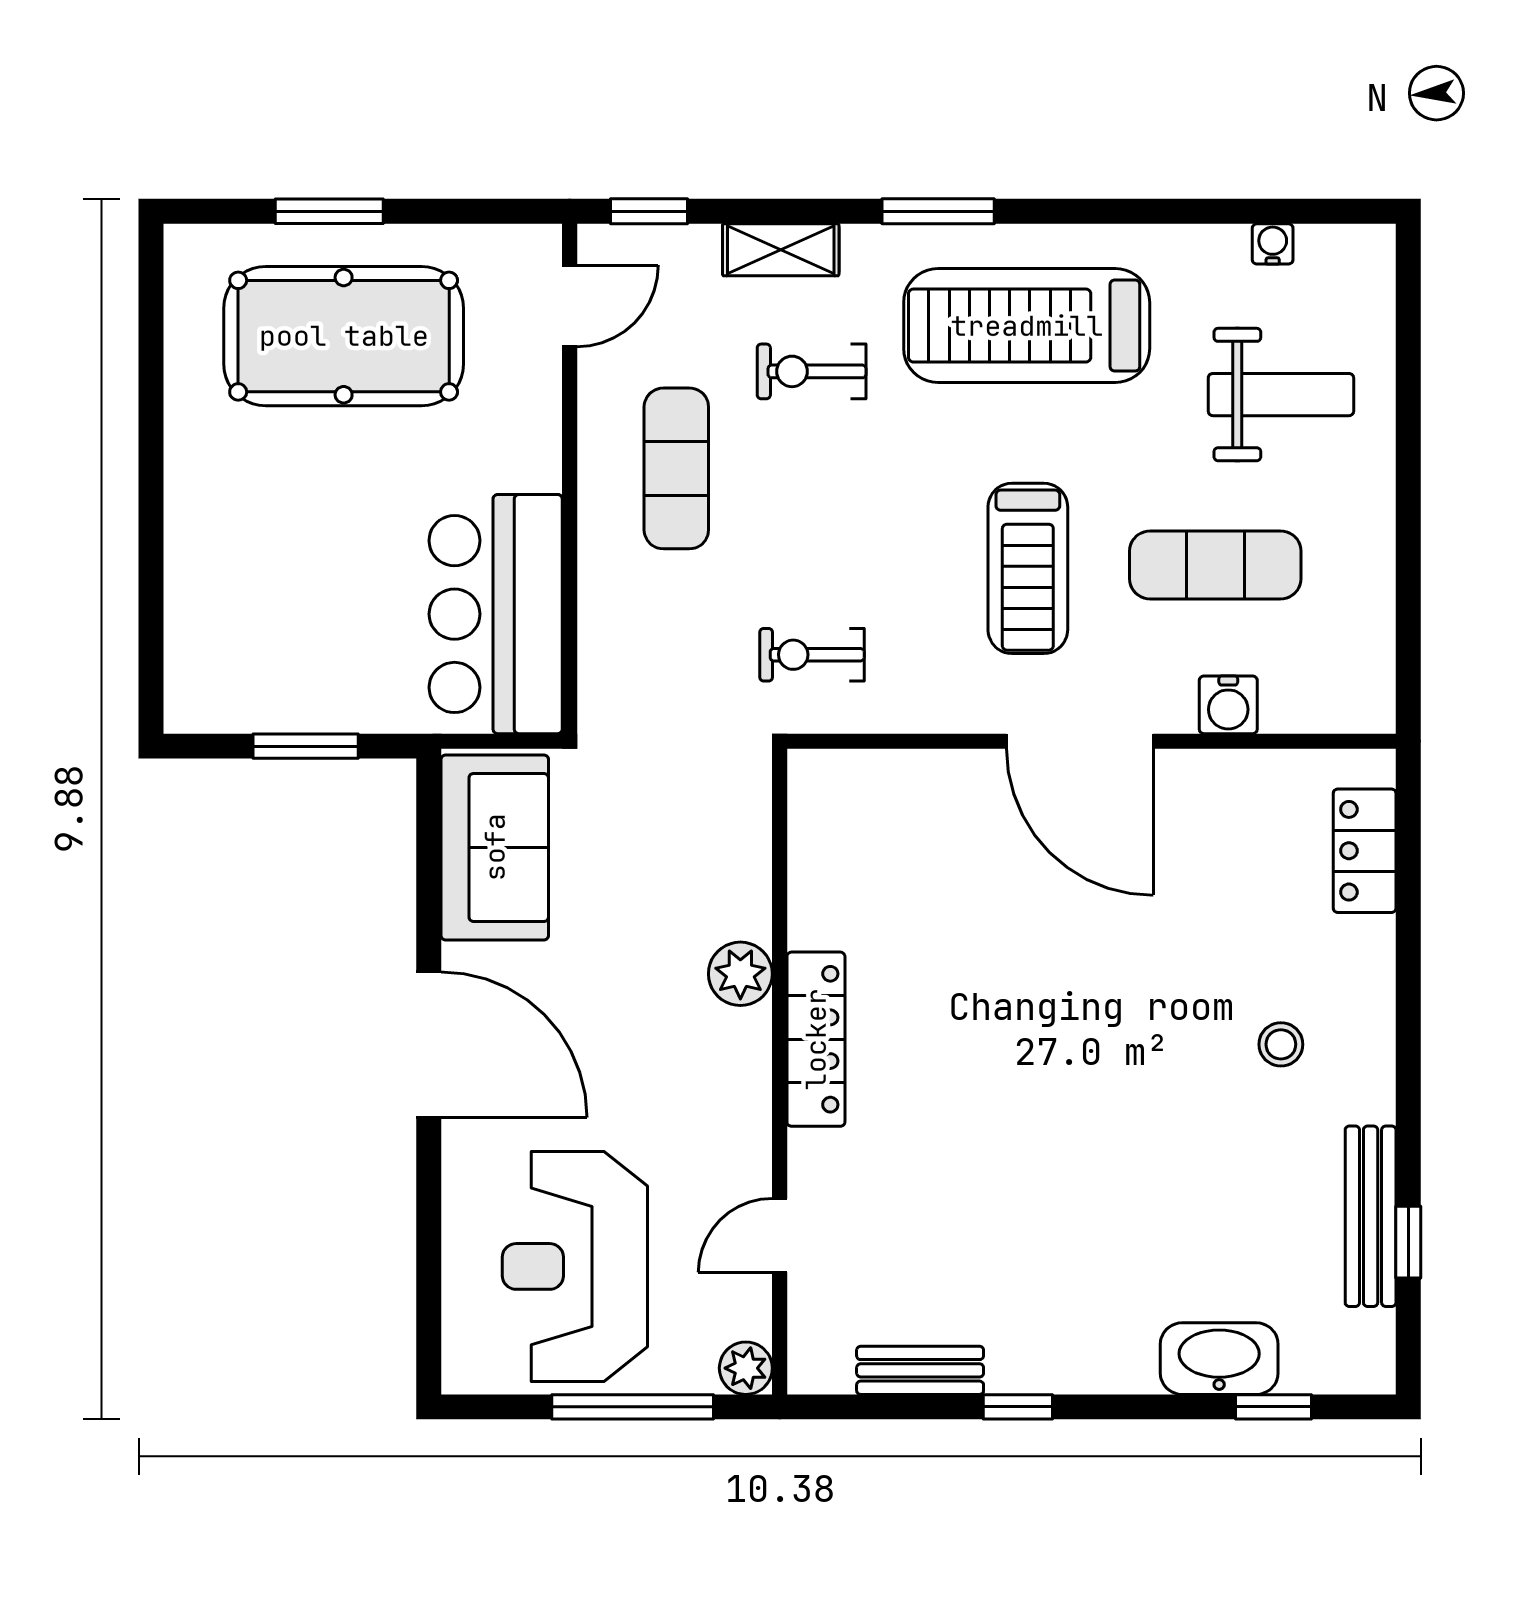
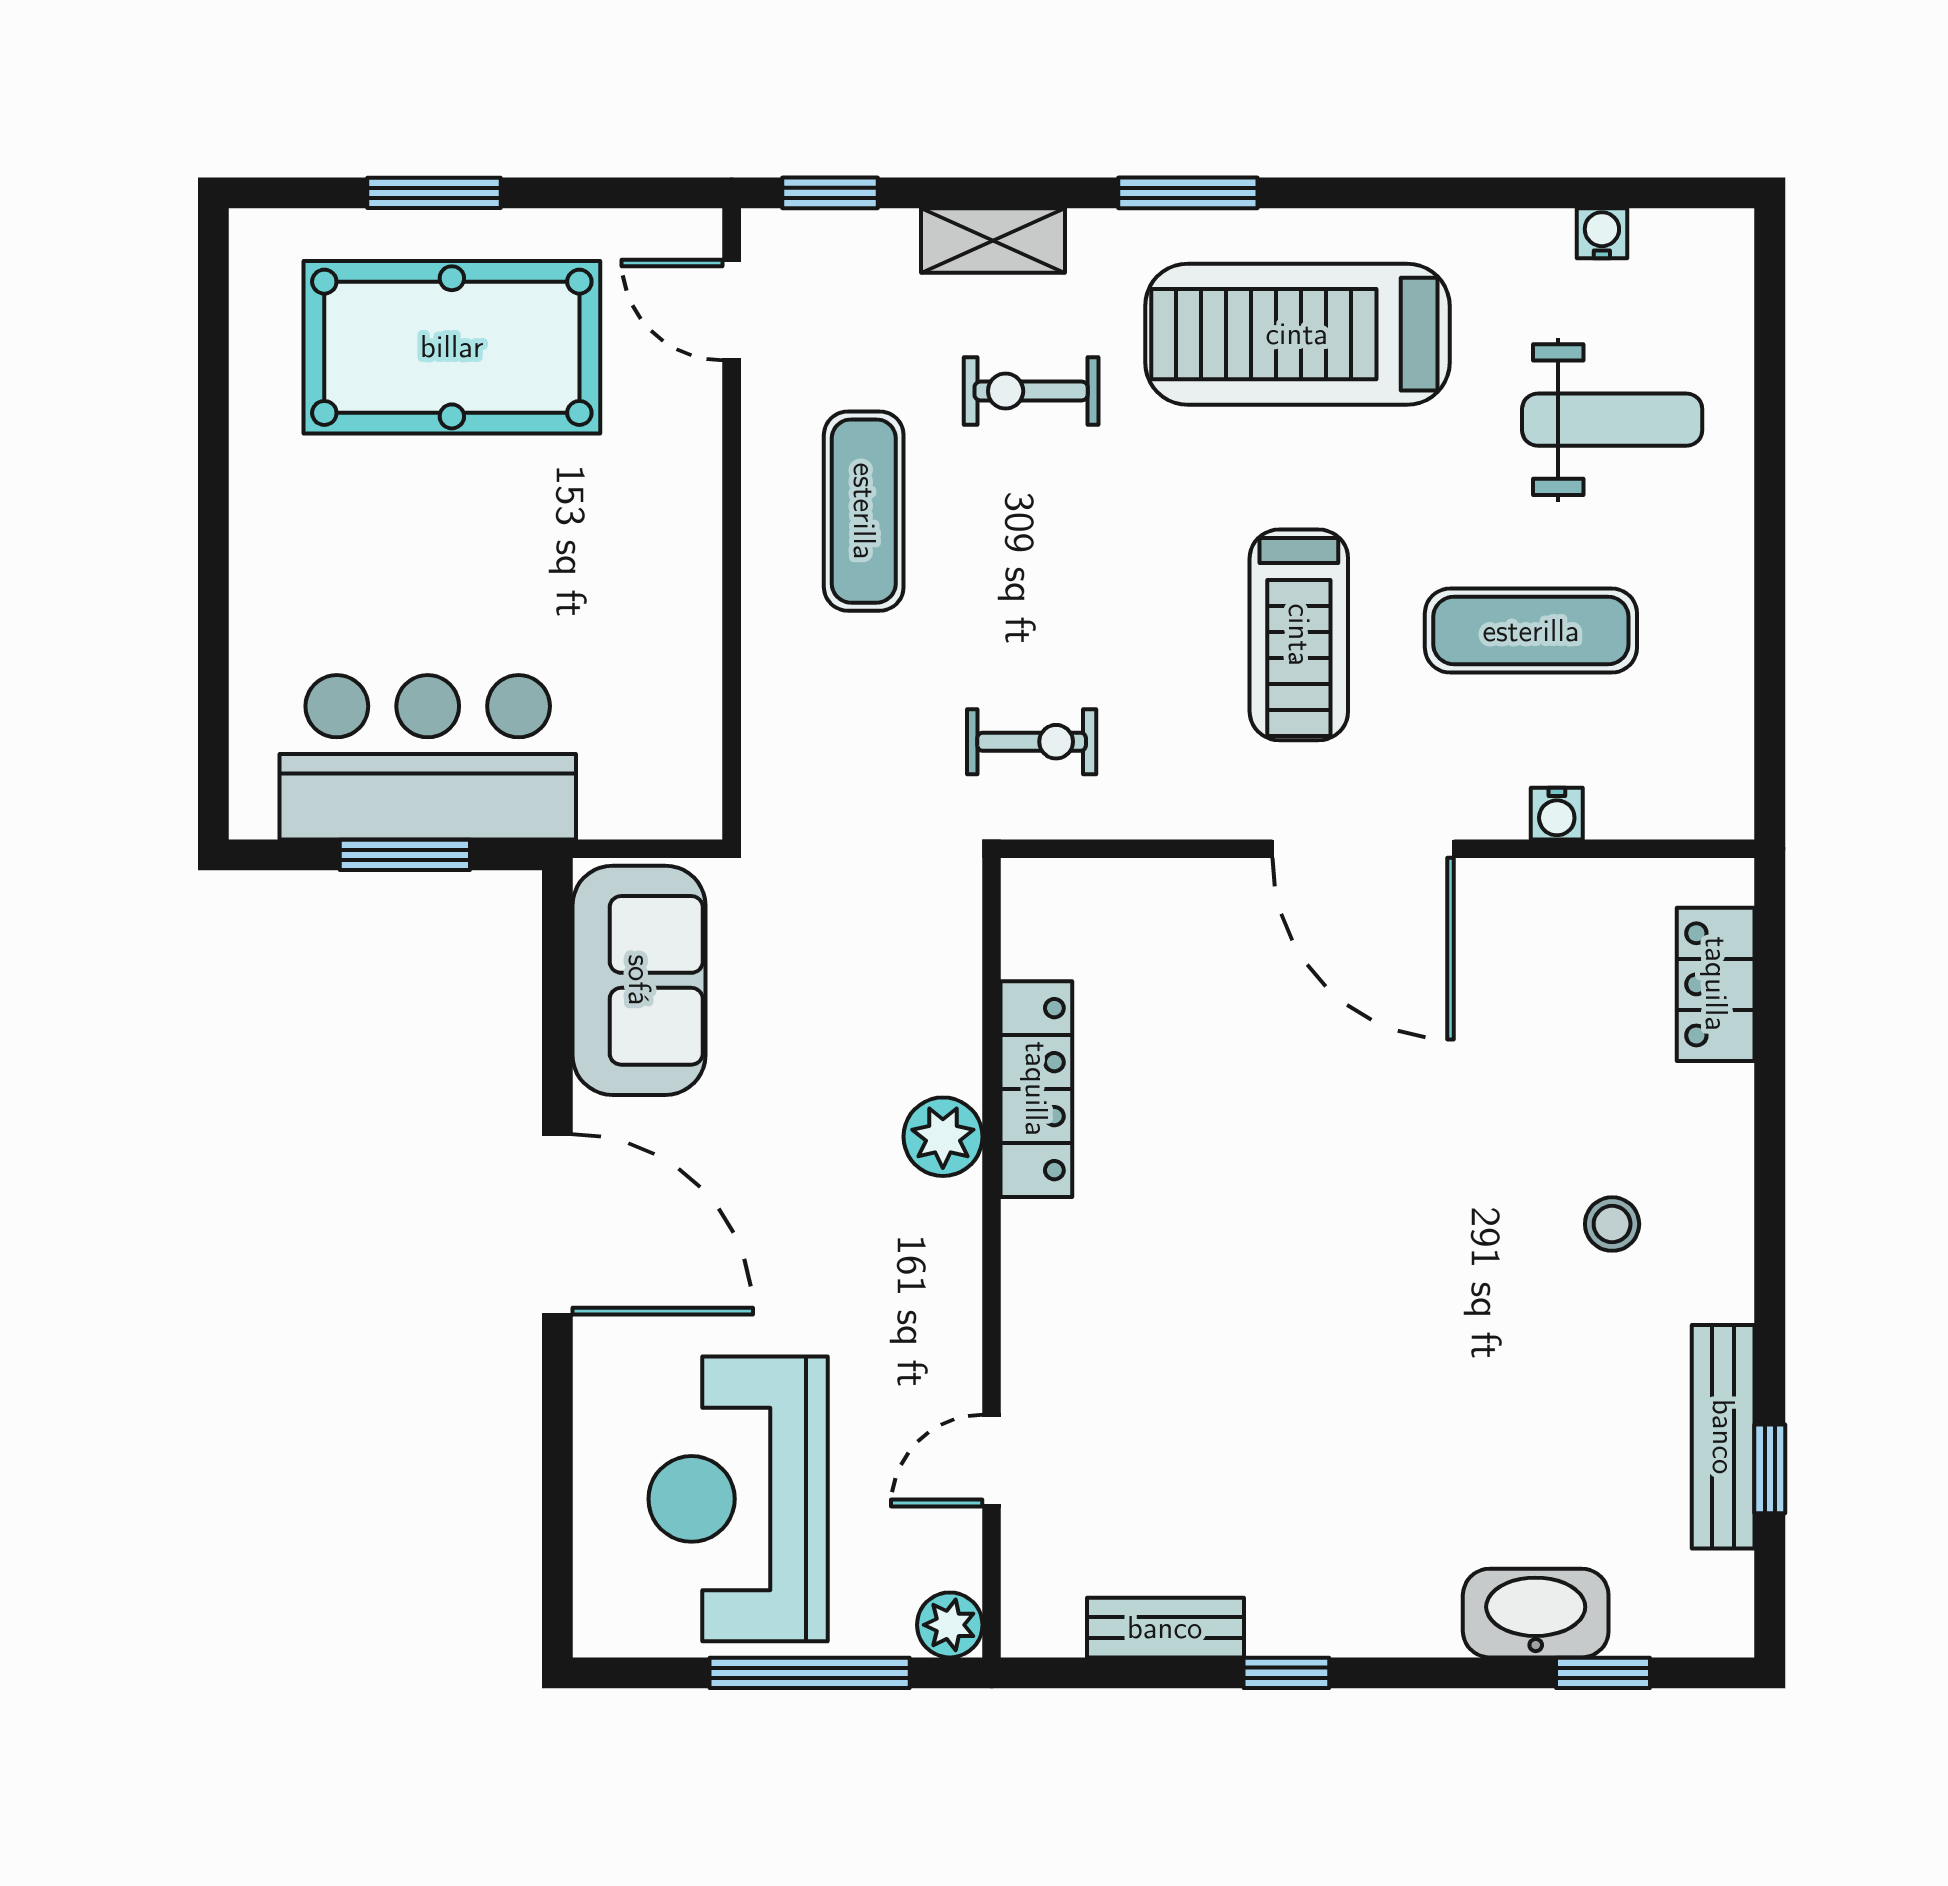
door: (570, 306) -> (732, 310), swing flipped
bar counter: (496, 614) -> (428, 757), moved, turned 90
exercise bike: (812, 655) -> (1032, 742), turned 180
water cooler: (1228, 705) -> (1557, 814), width x0.72, depth x0.72
locker: (816, 1039) -> (1036, 1089), moved

